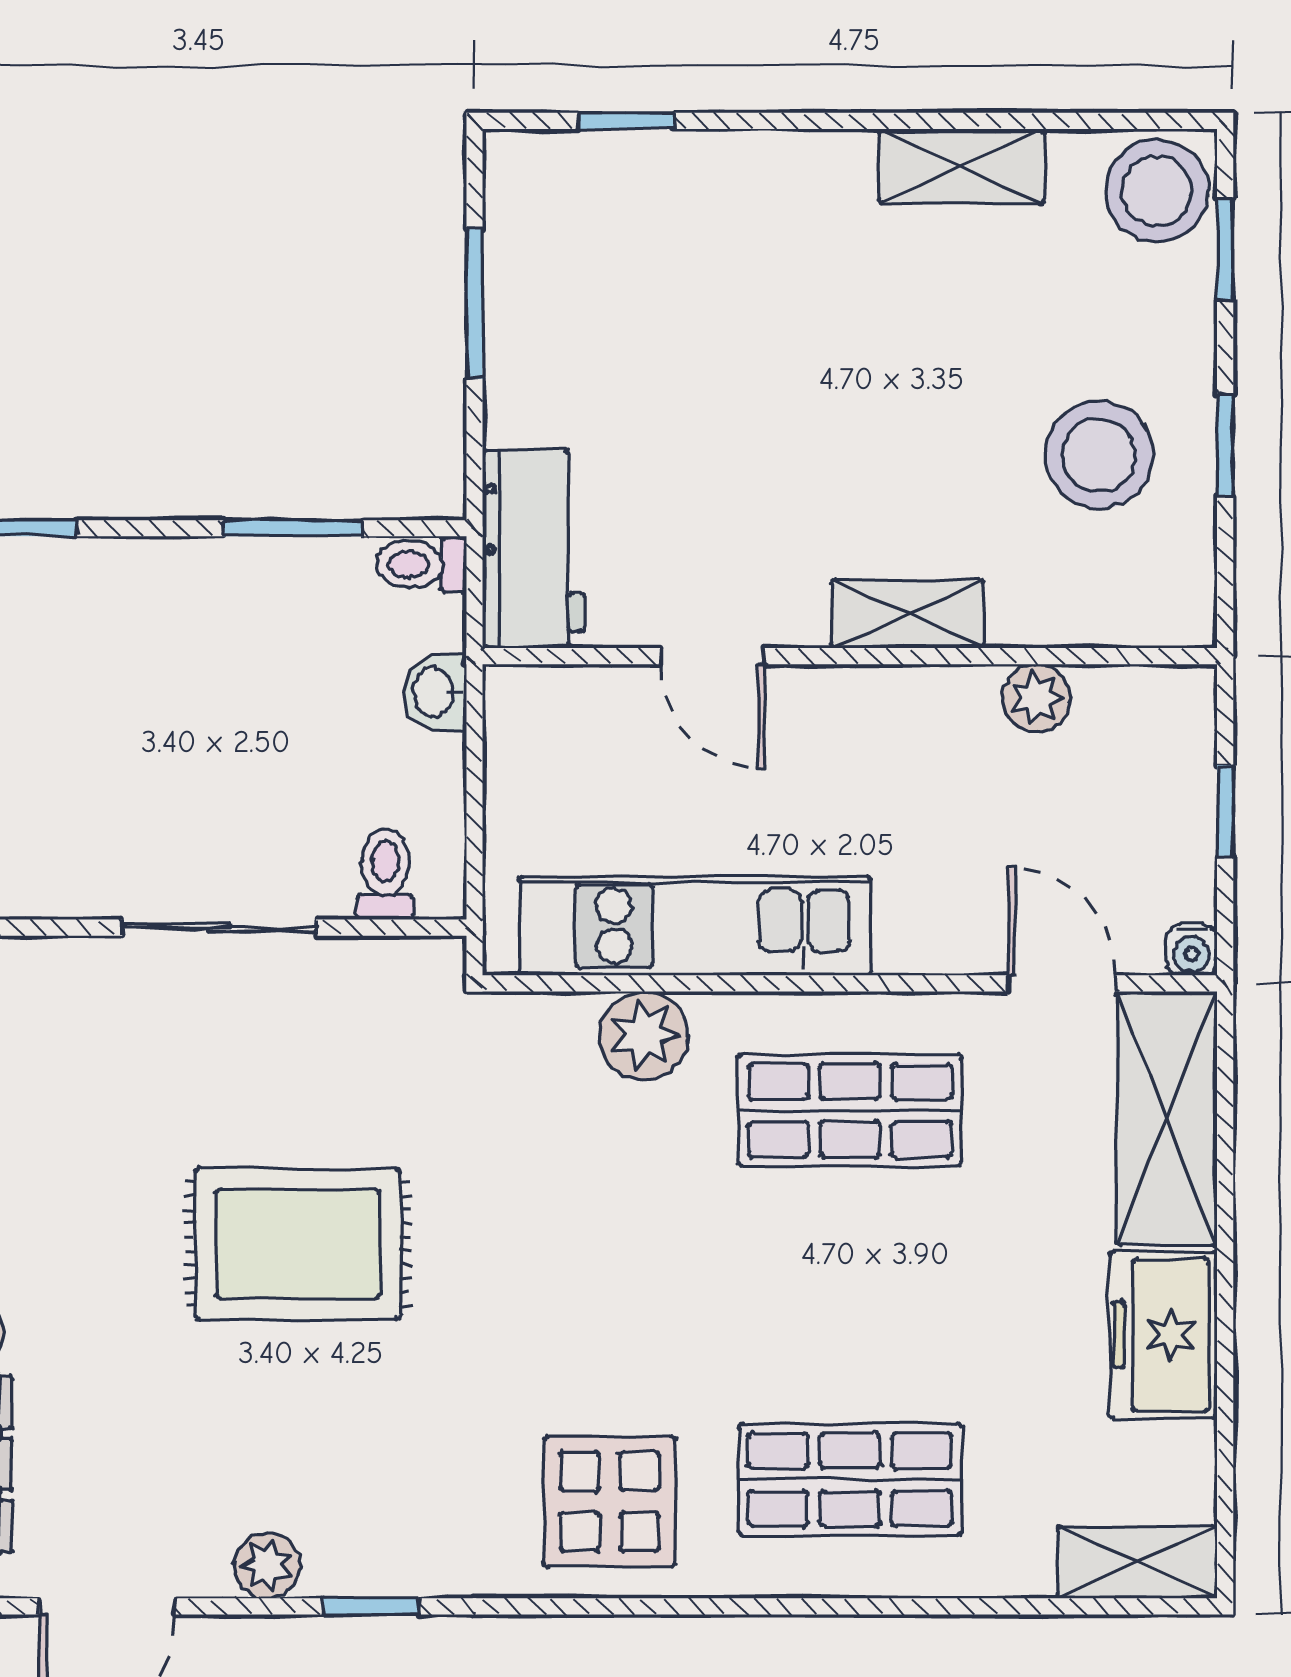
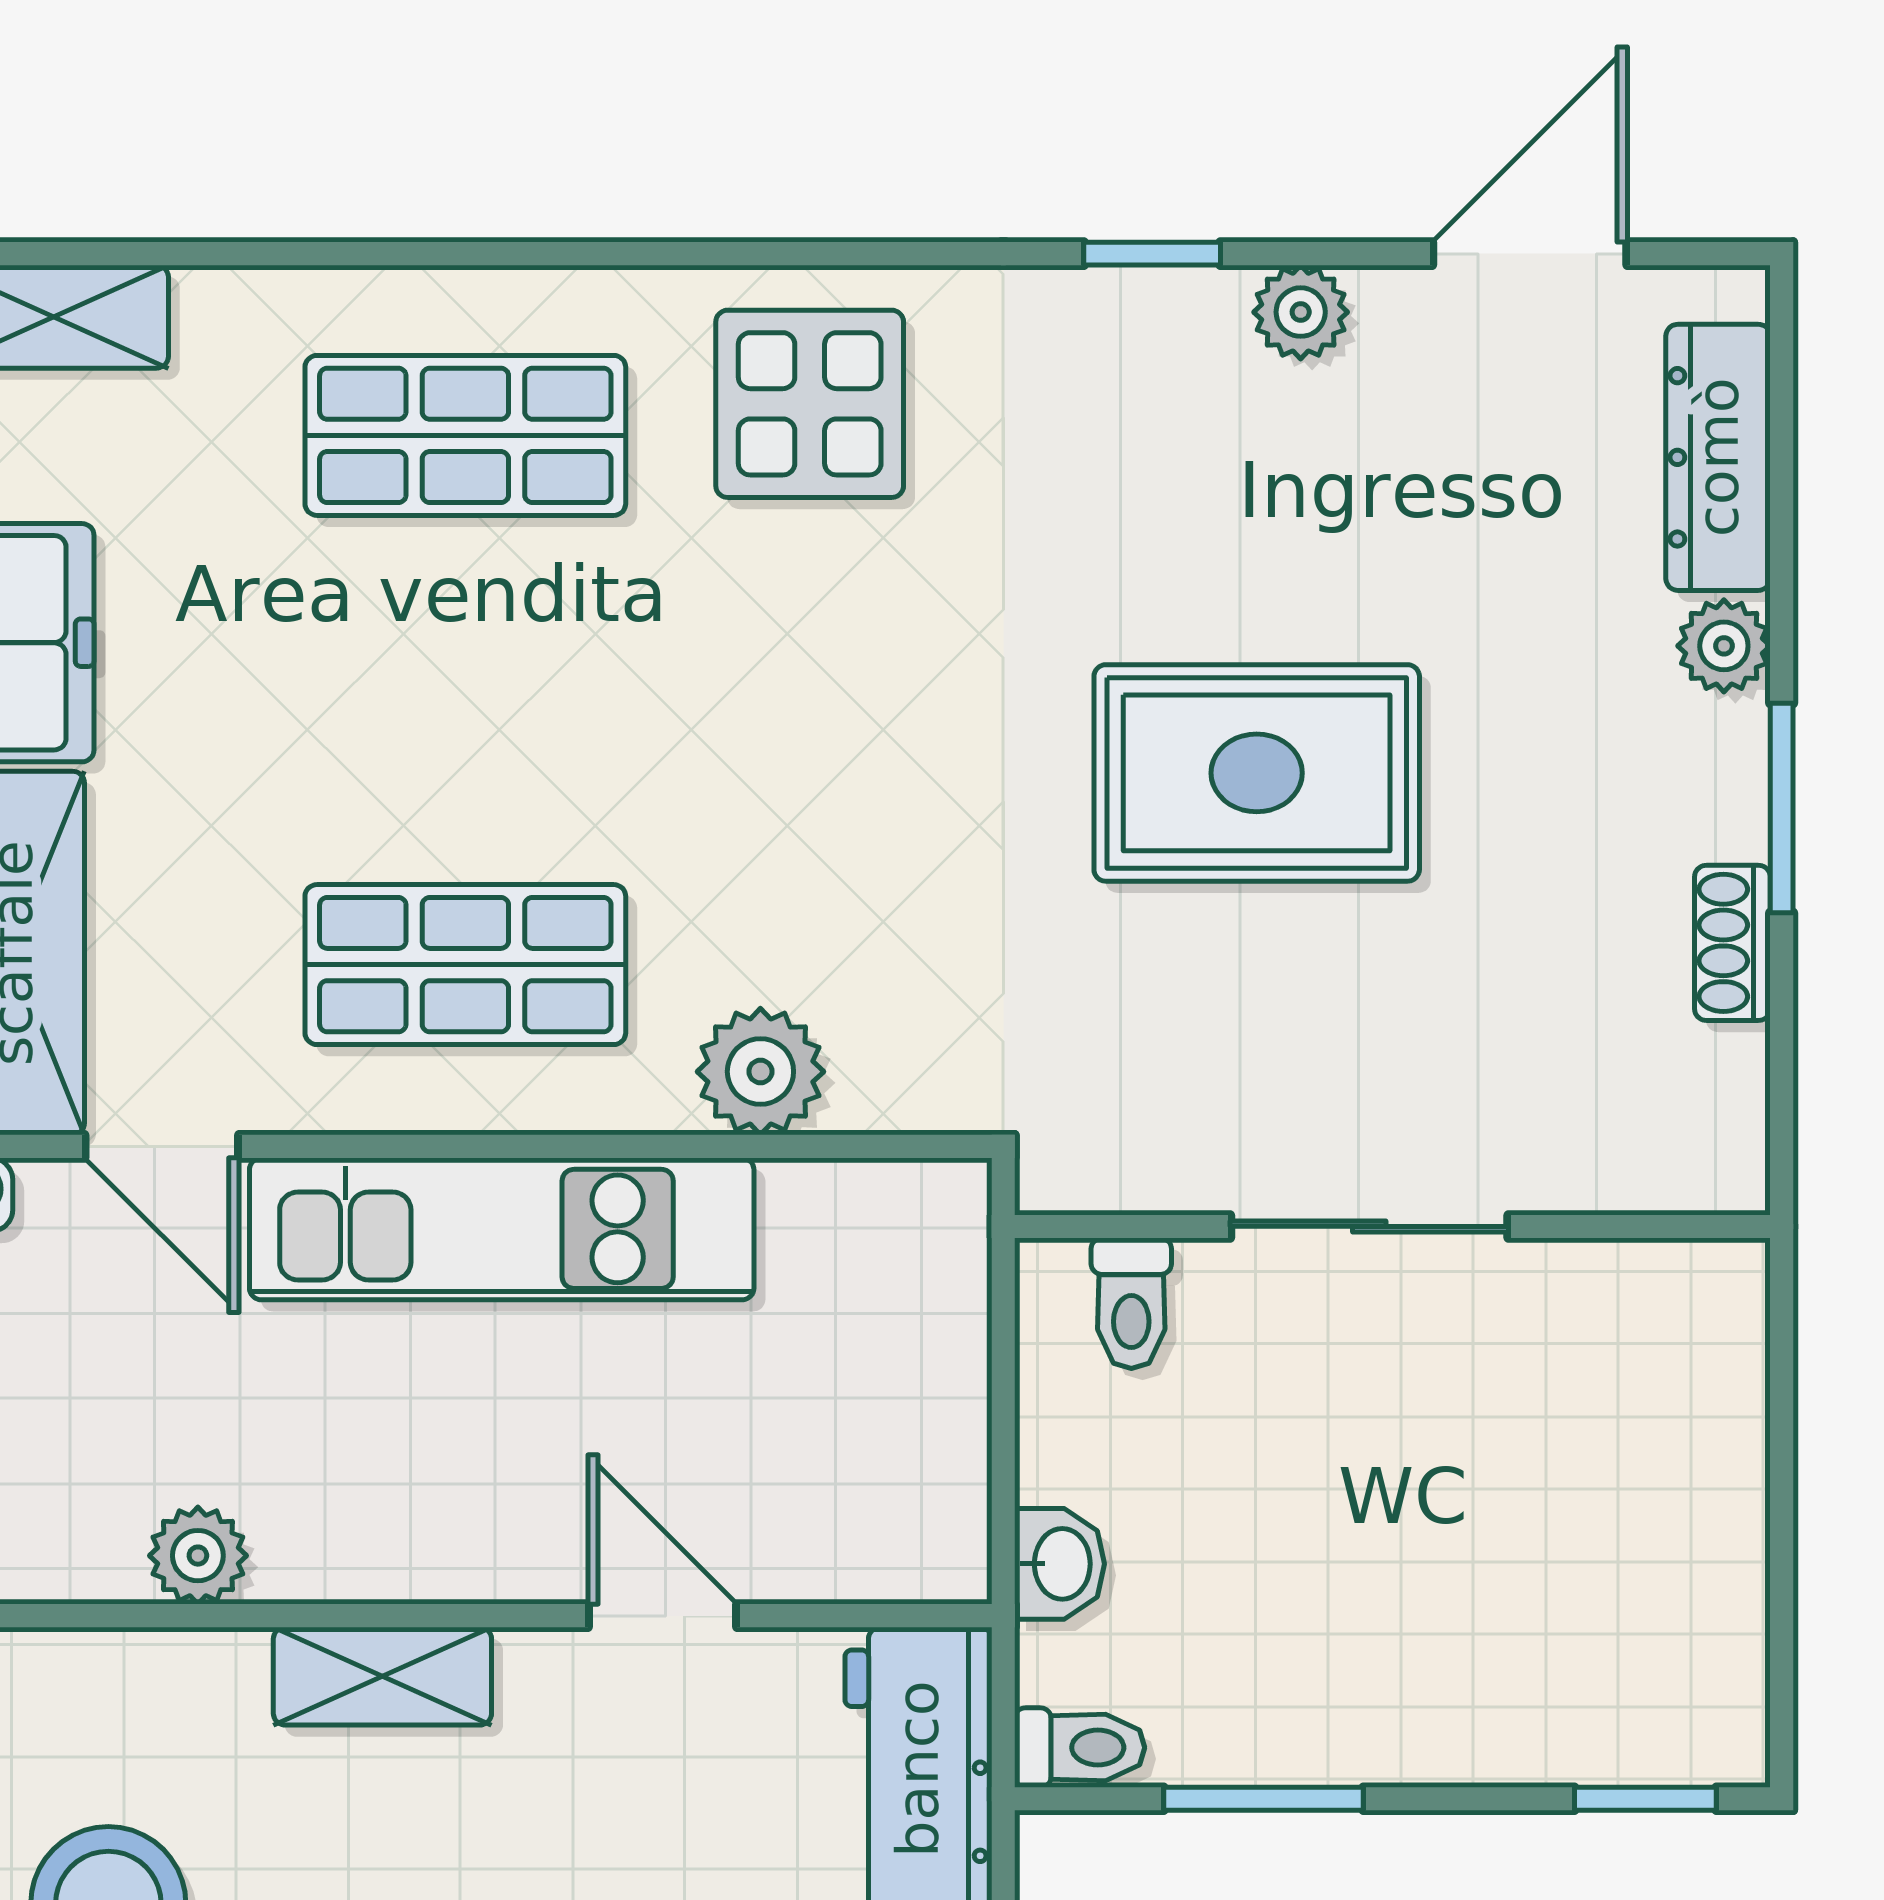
kitchen unit: (695, 926) -> (502, 1229), moved

